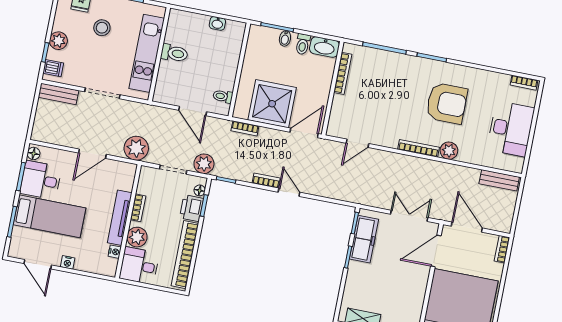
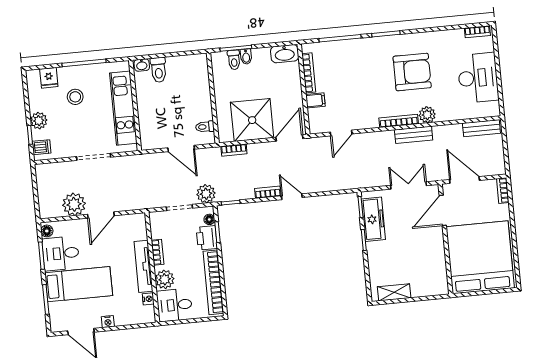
washbasin: (217, 23) -> (142, 65), moved
toilet: (303, 44) -> (234, 60), moved
toilet: (174, 53) -> (158, 70), moved, turned 90
bench: (58, 94) -> (414, 135), moved
filing cabinet: (341, 103) -> (315, 100), added
plant: (136, 148) -> (74, 204), moved

